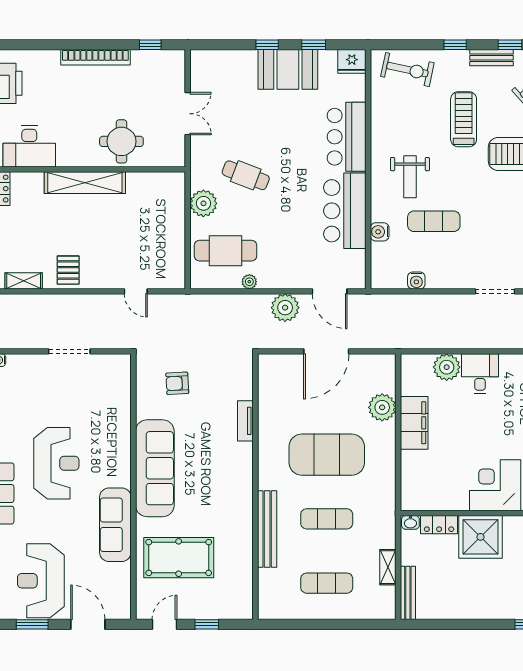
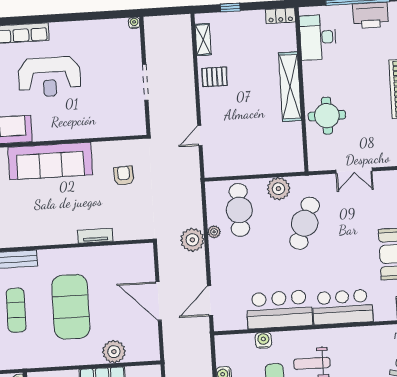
cafe table: (246, 175) -> (305, 223), width x1.37, depth x1.35
plant: (285, 308) -> (192, 240), moved

